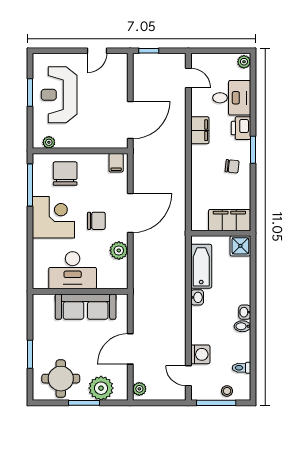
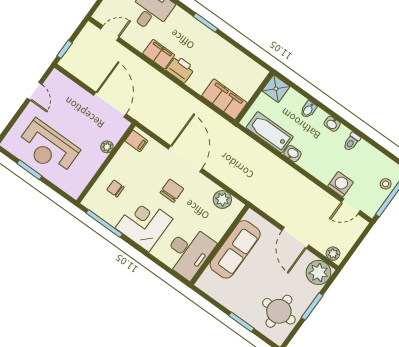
printer: (241, 128) -> (180, 69), moved, turned 180
plant: (49, 142) -> (107, 147), moved
chair: (232, 166) -> (207, 49), removed
chair: (65, 174) -> (115, 188), width x0.54, depth x0.54
filing cabinet: (229, 220) -> (224, 99), moved, turned 90
plant: (119, 250) -> (222, 199), moved
desk: (73, 270) -> (189, 252), moved
bidet: (242, 326) -> (308, 110), moved
toilet: (242, 368) -> (352, 142), moved
plant: (101, 388) -> (319, 273), moved

